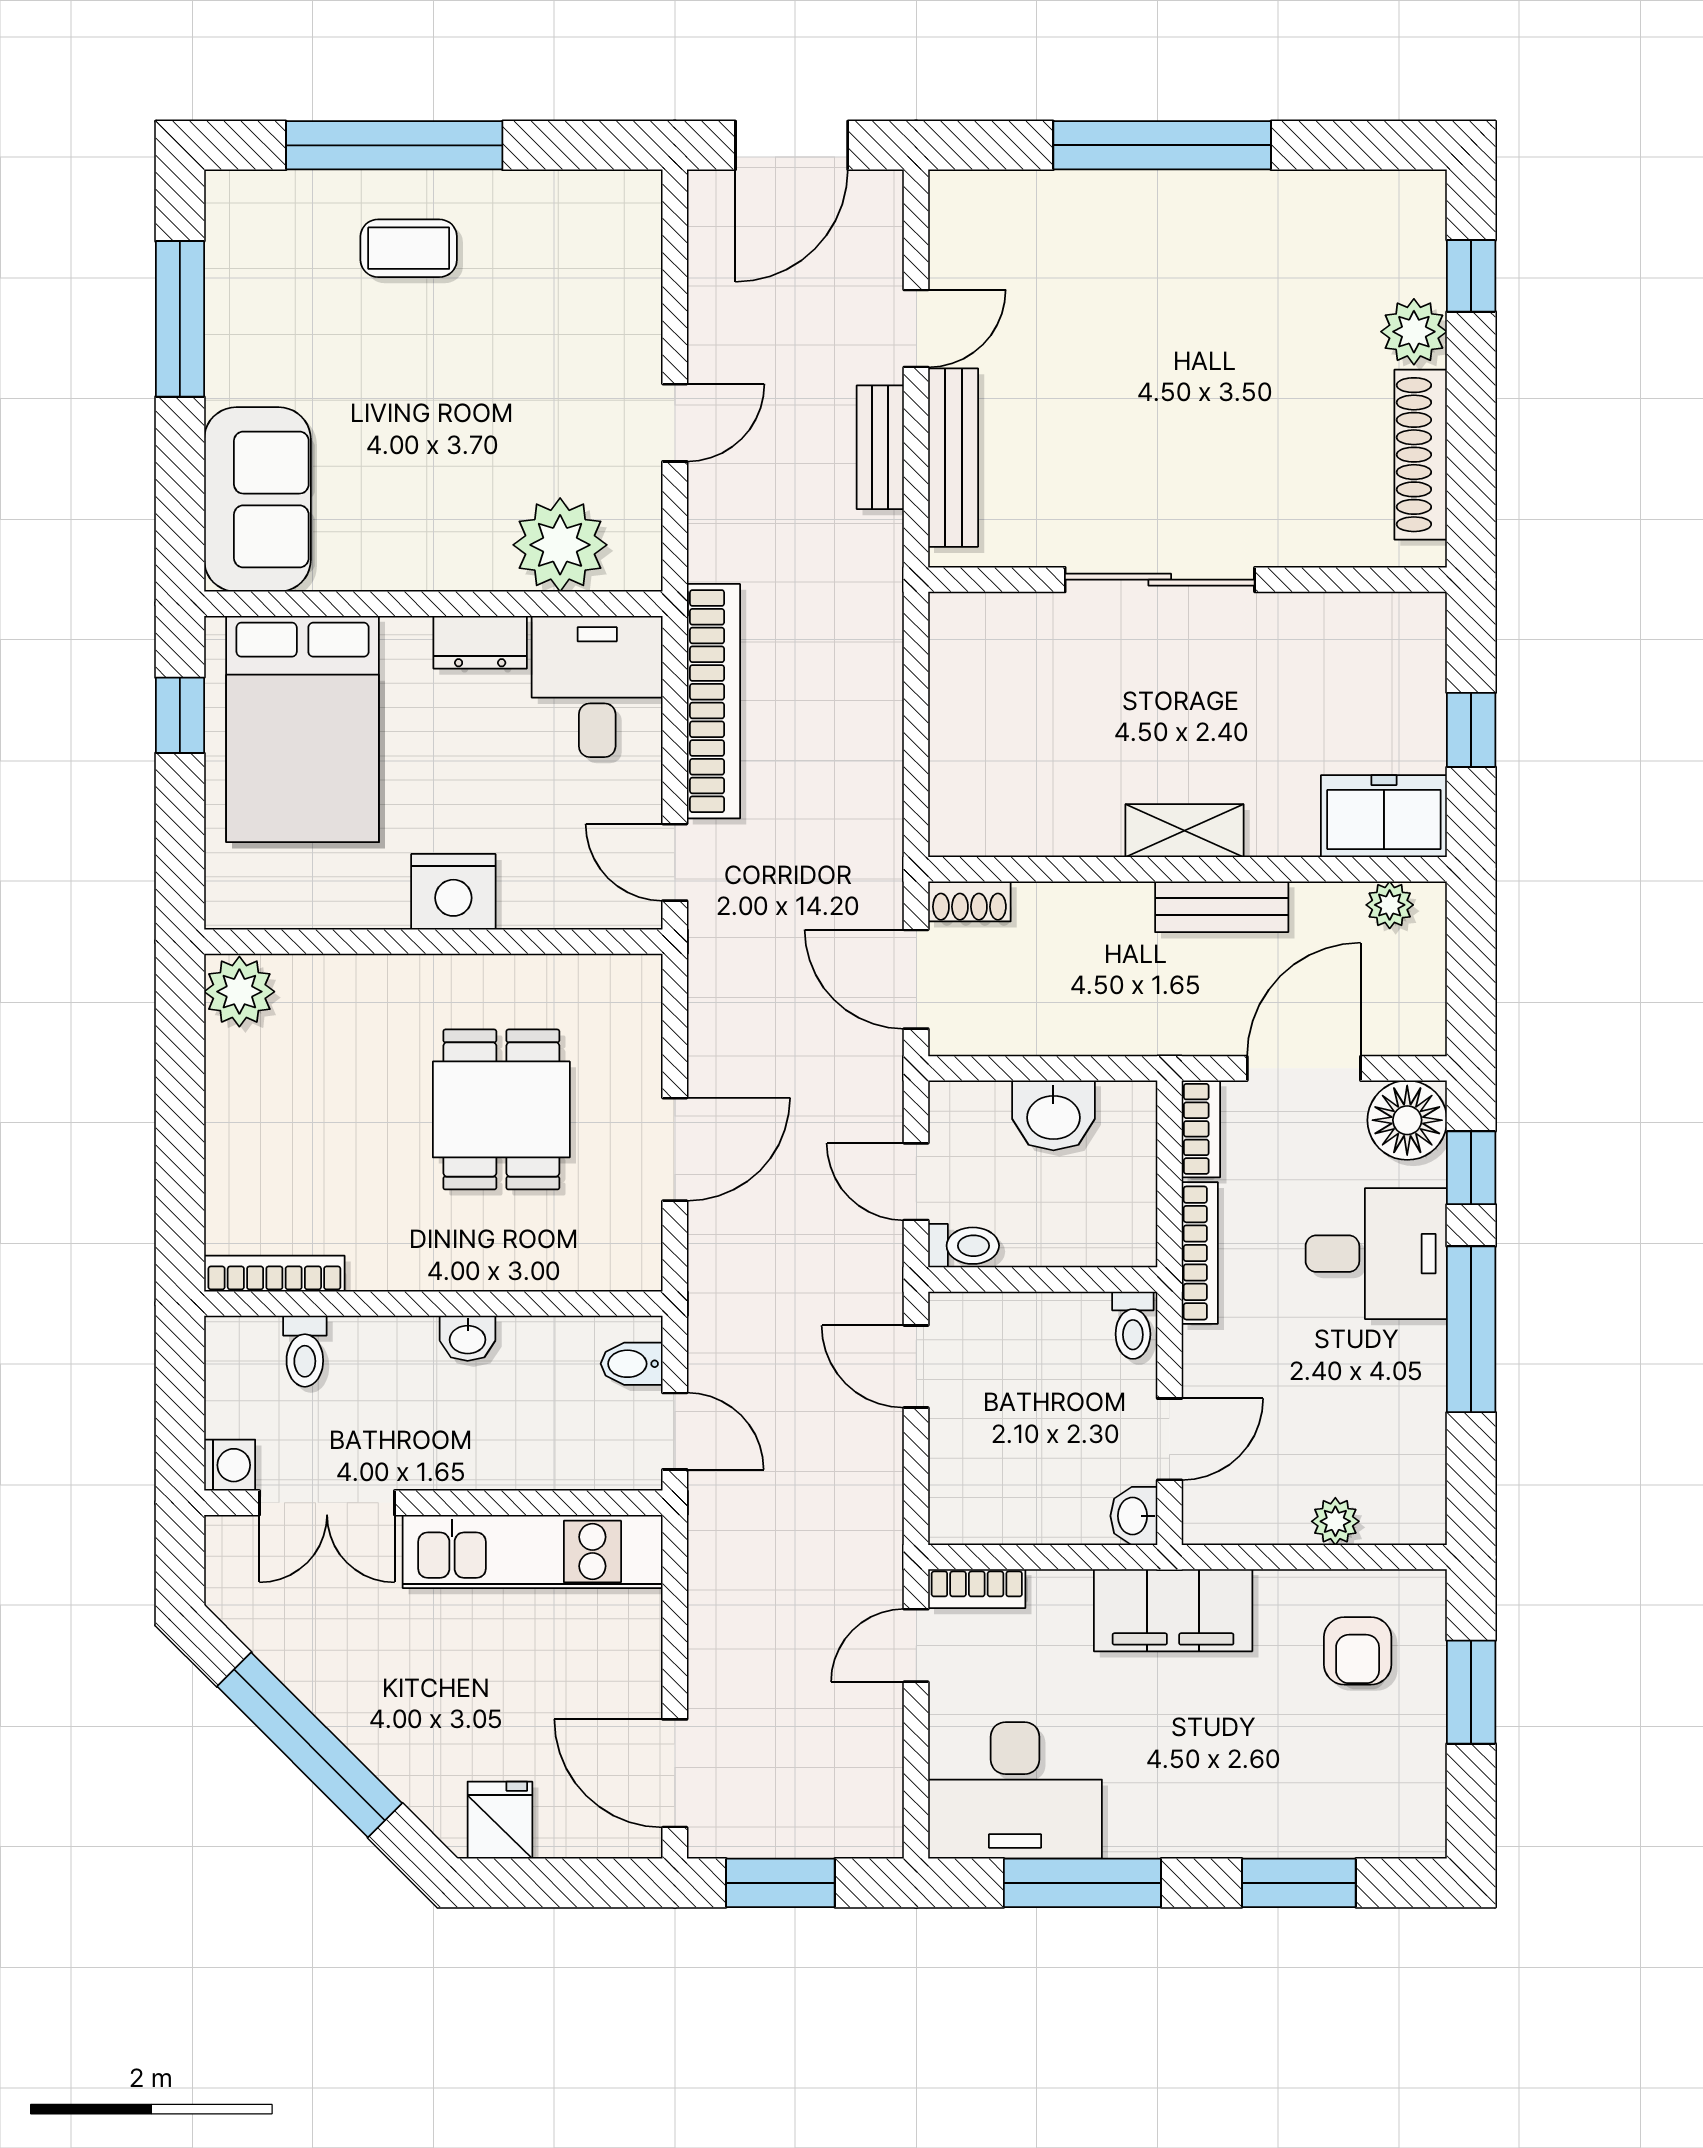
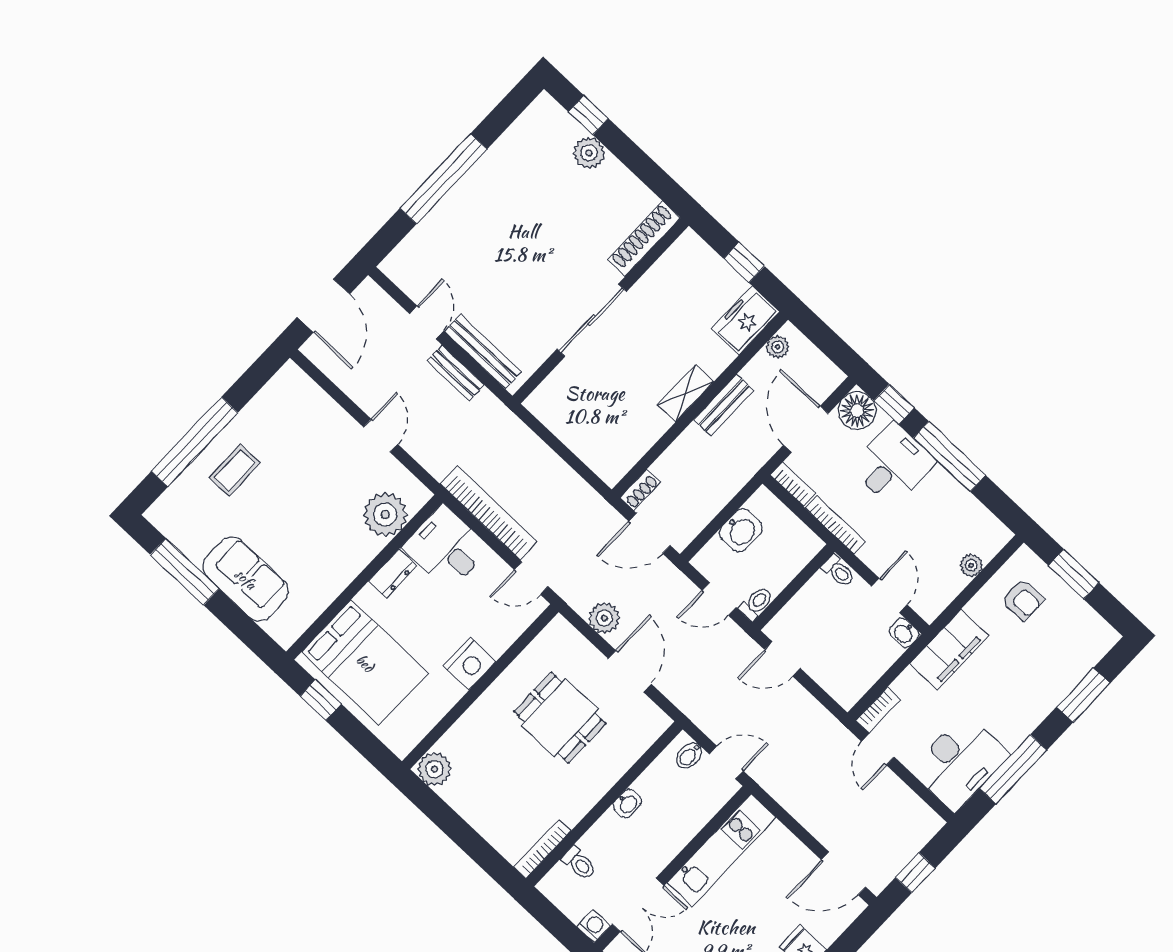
shoe rack: (1421, 455) -> (644, 239), moved, turned 90
sofa: (257, 499) -> (246, 579), moved
plant: (719, 1033) -> (604, 618), added
window: (780, 1883) -> (915, 873), width x0.67

